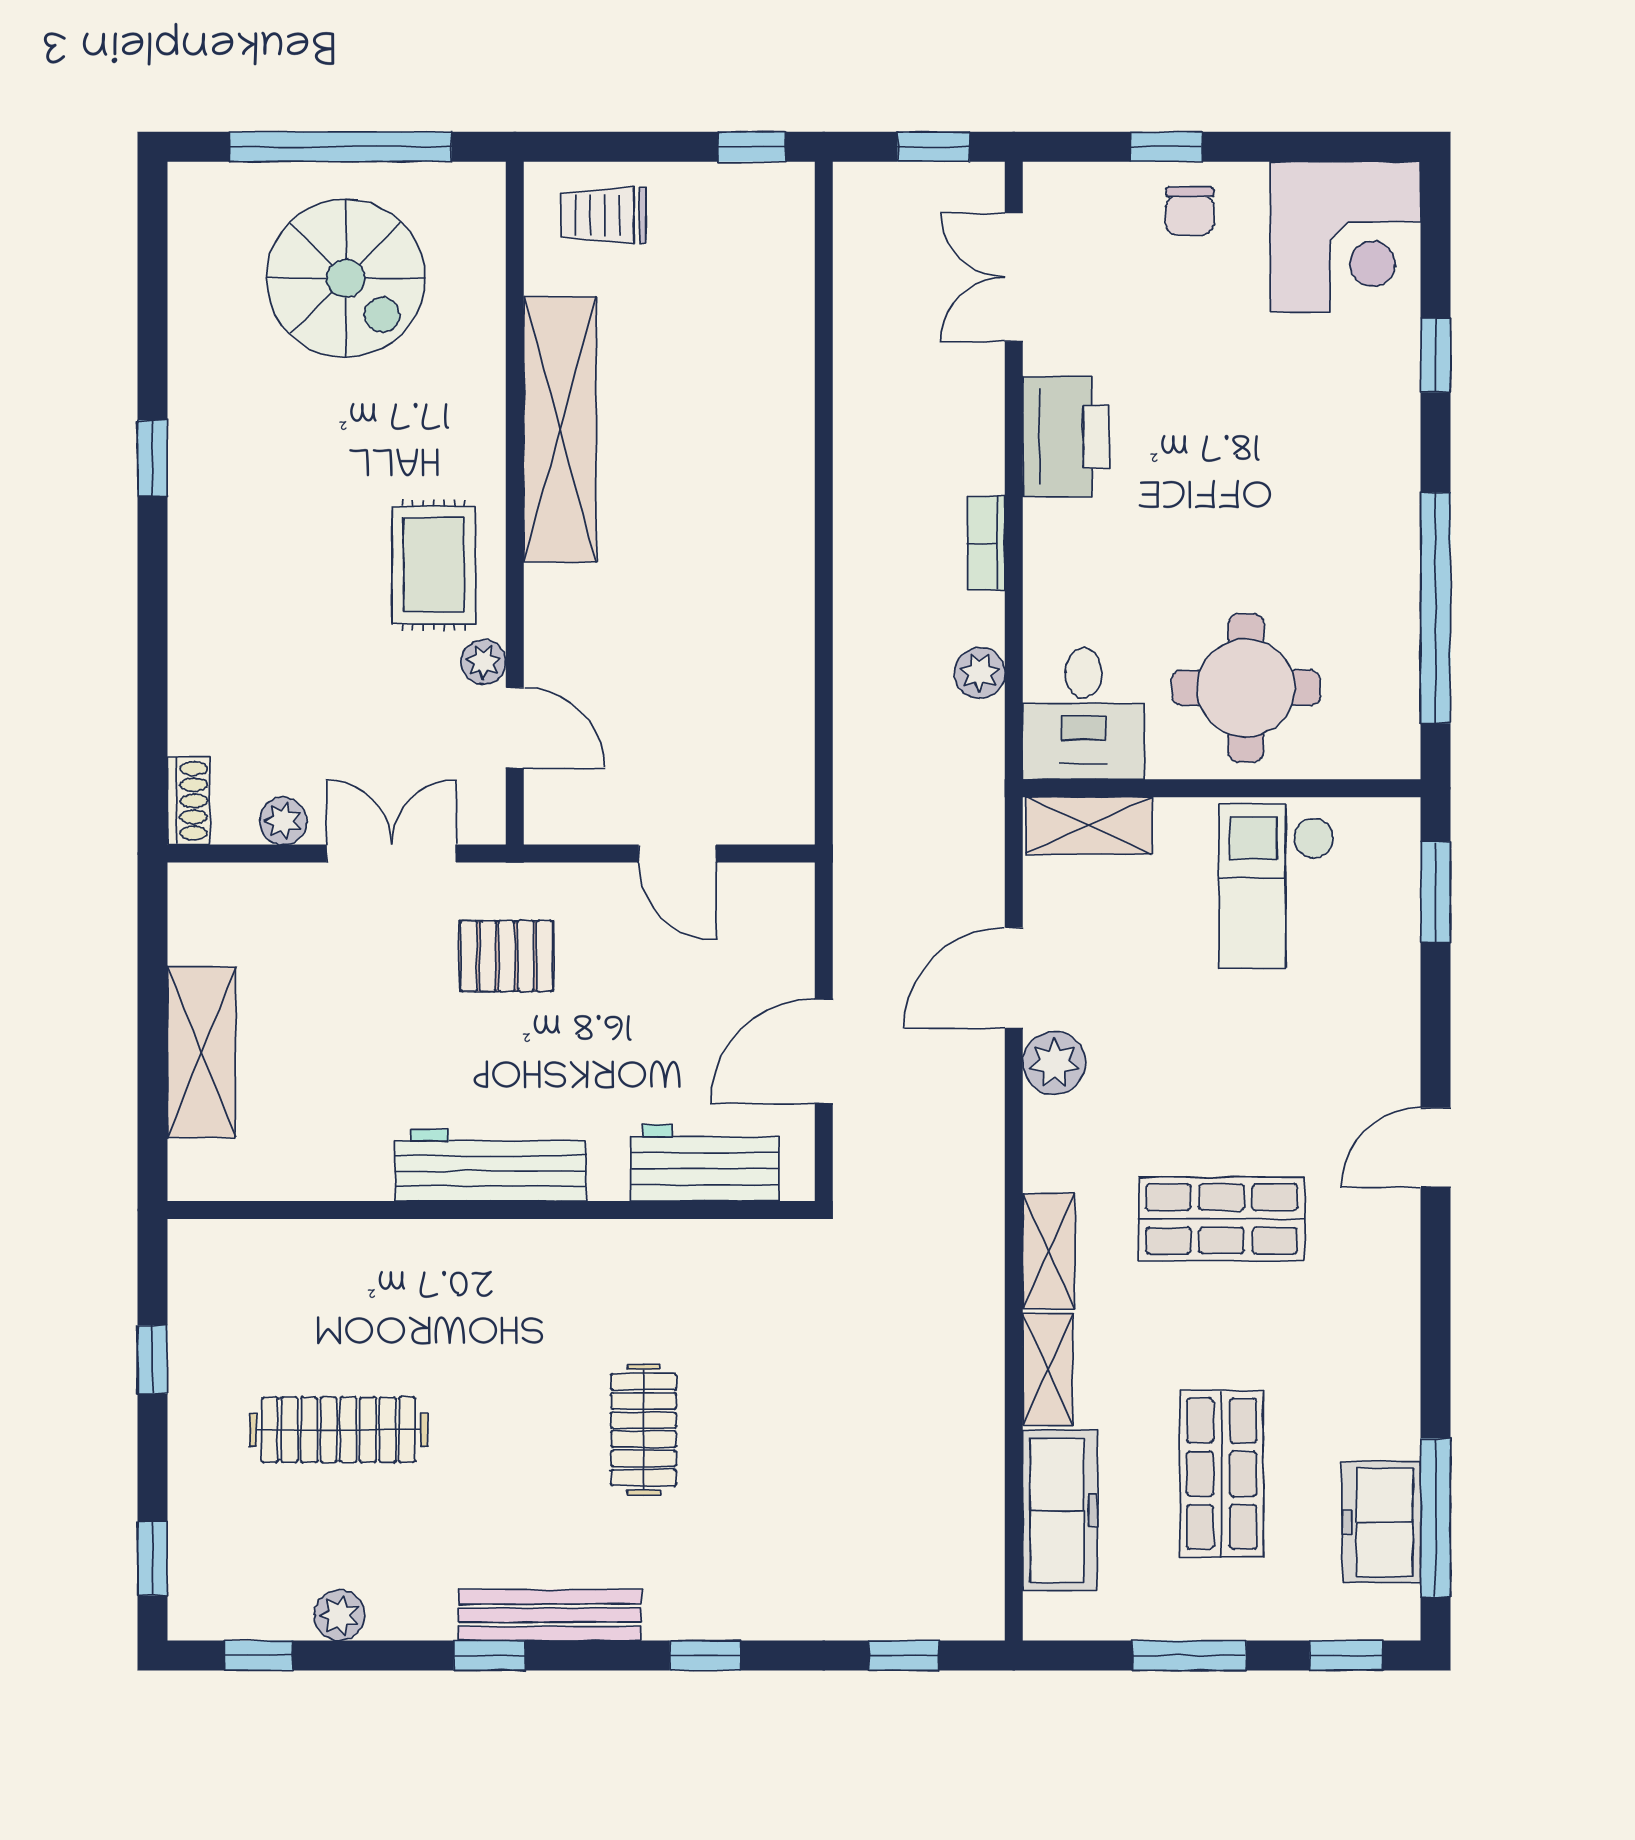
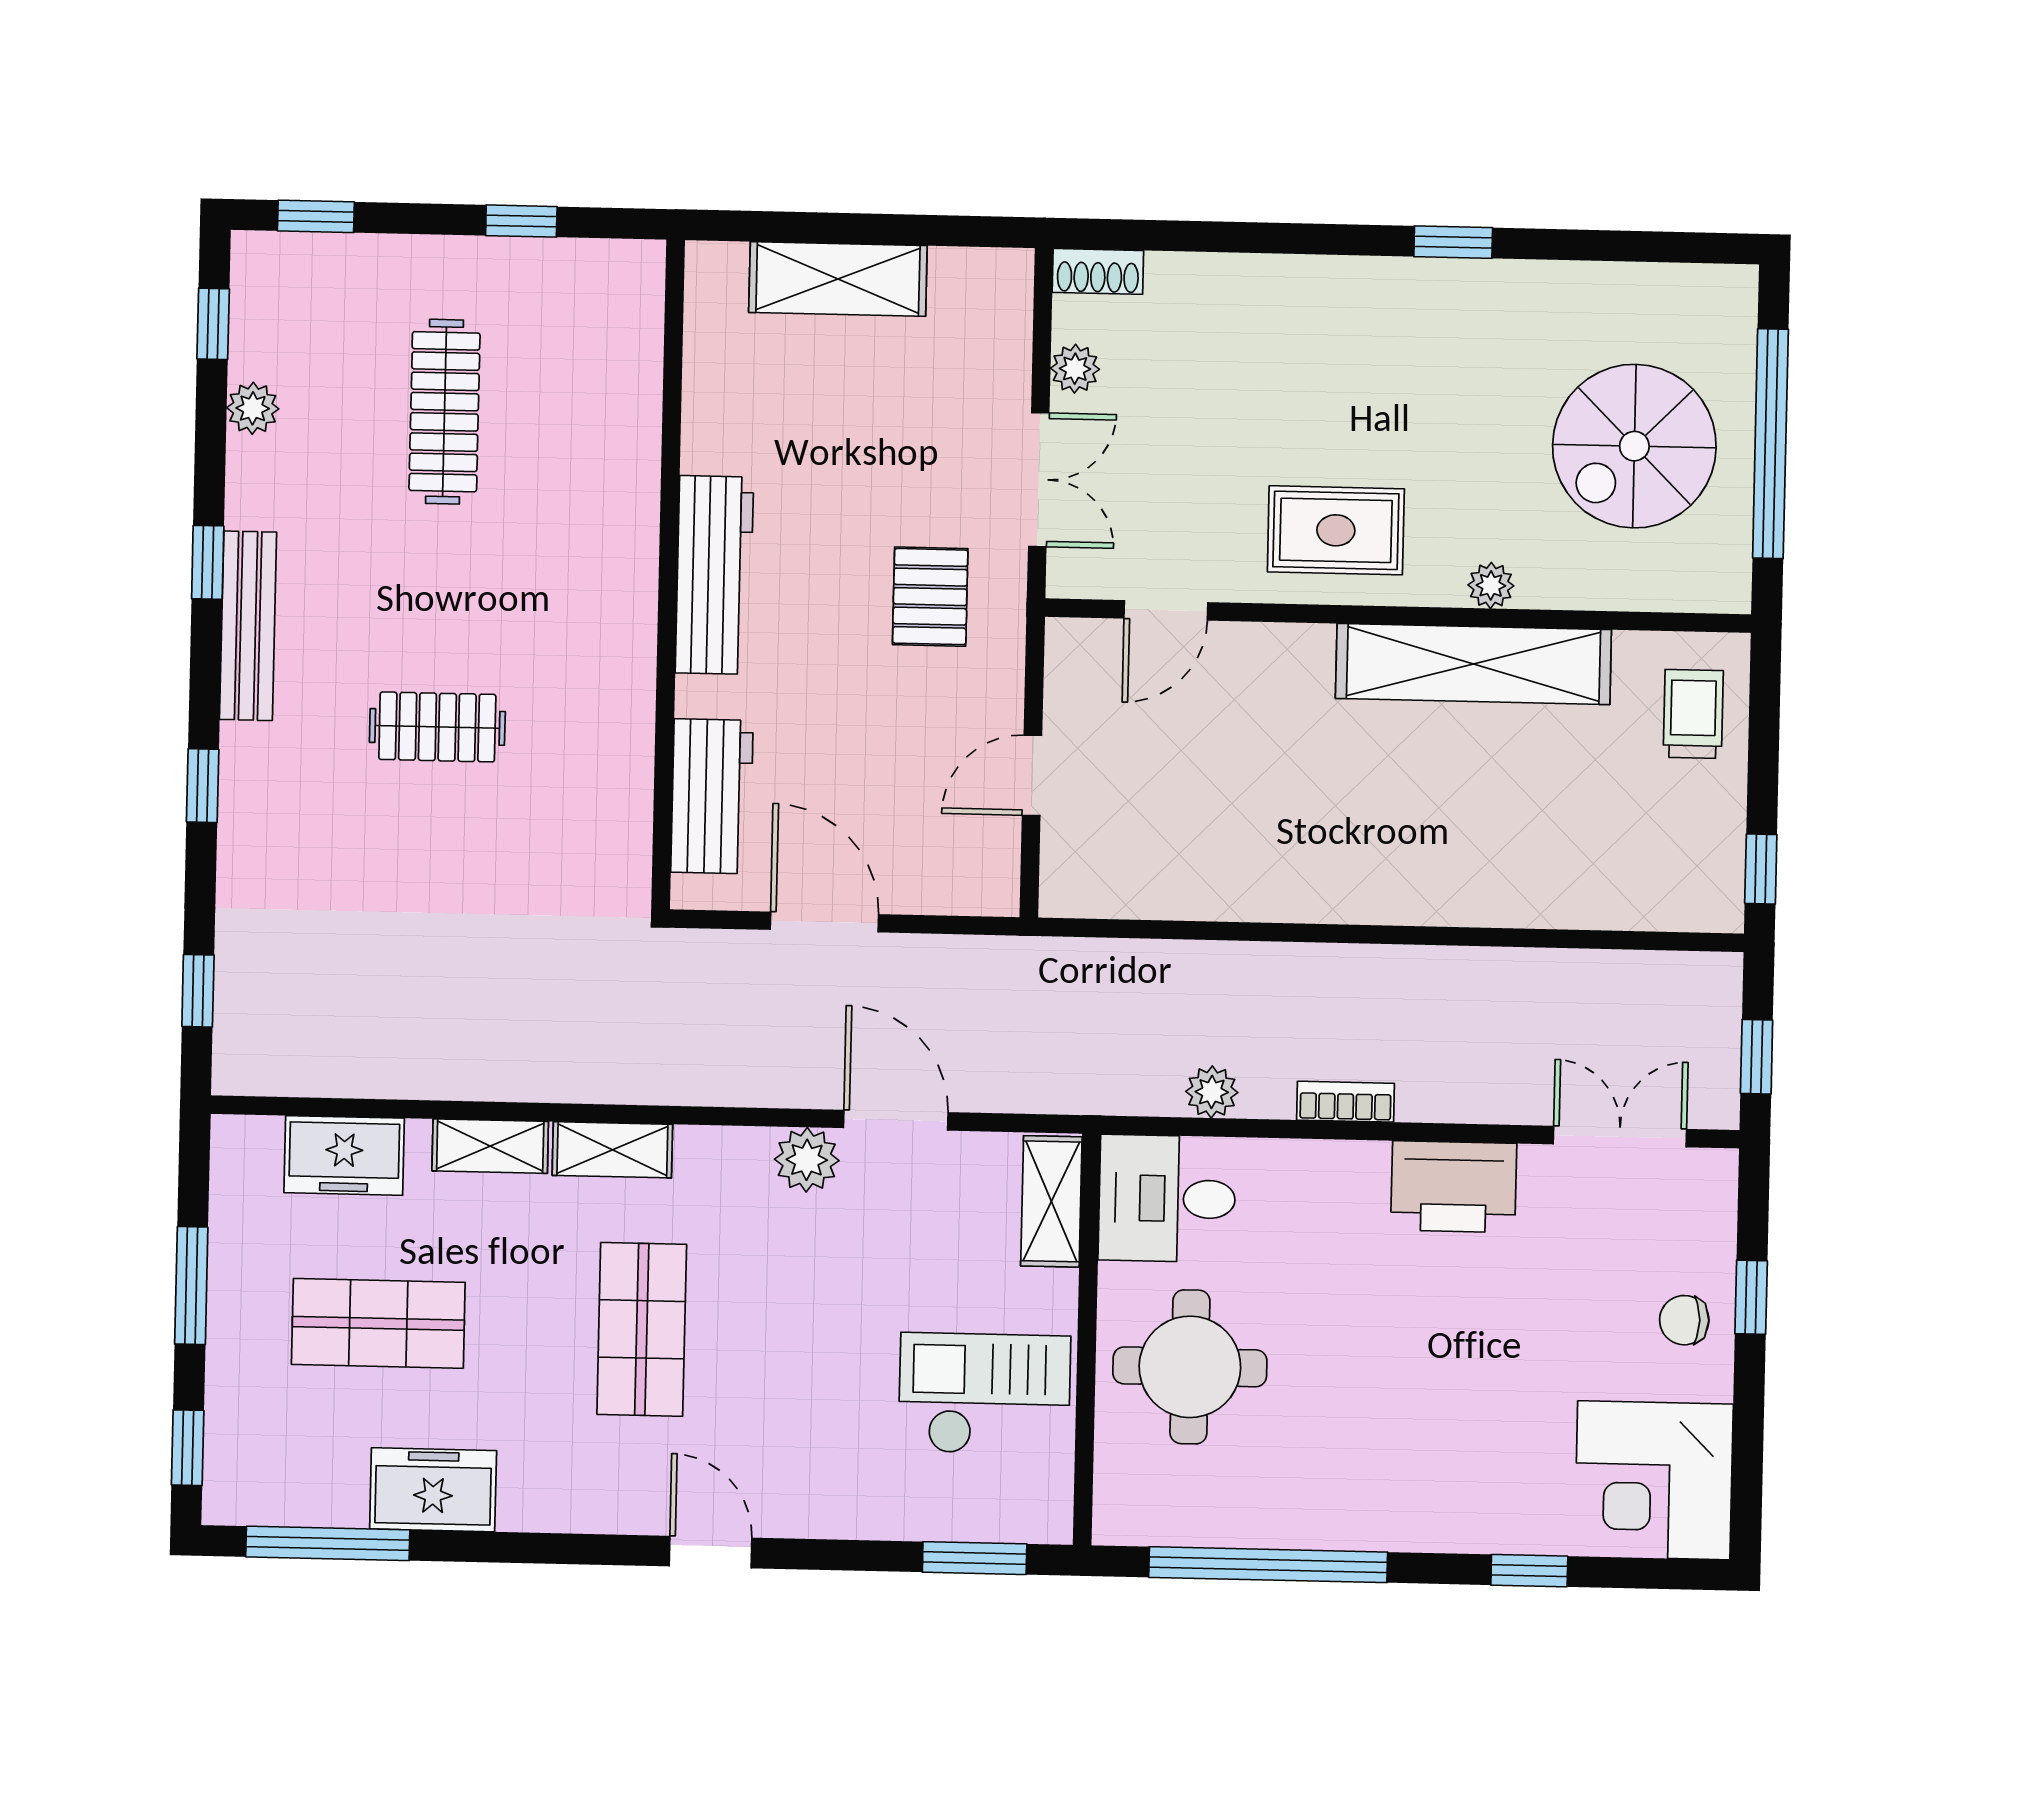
plant: (484, 662) -> (1491, 585), moved
freezer: (1060, 1510) -> (344, 1155), width x0.71
freezer: (1381, 1522) -> (433, 1490), moved

